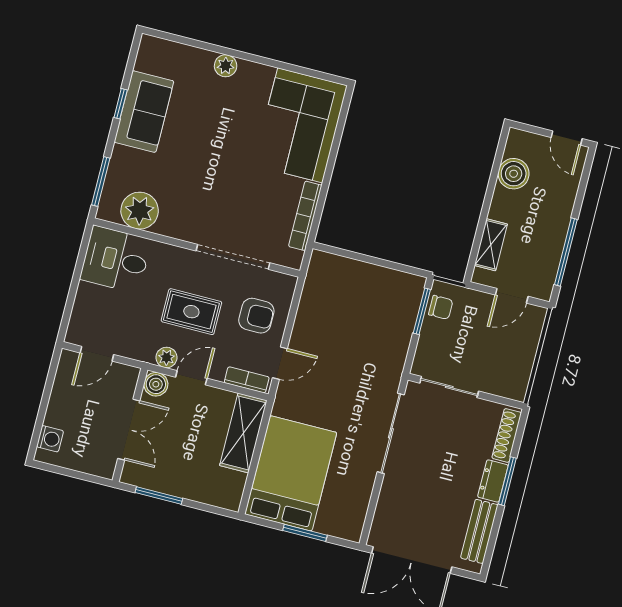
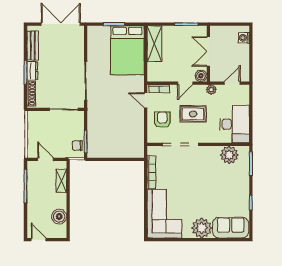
plant: (226, 66) -> (202, 228), width x1.88, depth x1.88
sofa: (144, 112) -> (231, 228), moved, turned 90
desk: (116, 259) -> (235, 124), width x1.37
door: (512, 296) -> (46, 159), hinge flipped
armchair: (256, 316) -> (162, 120), turned 90
plant: (166, 358) -> (211, 90), moved
door: (280, 363) -> (146, 100), hinge flipped
shelving: (243, 433) -> (154, 44), moved

